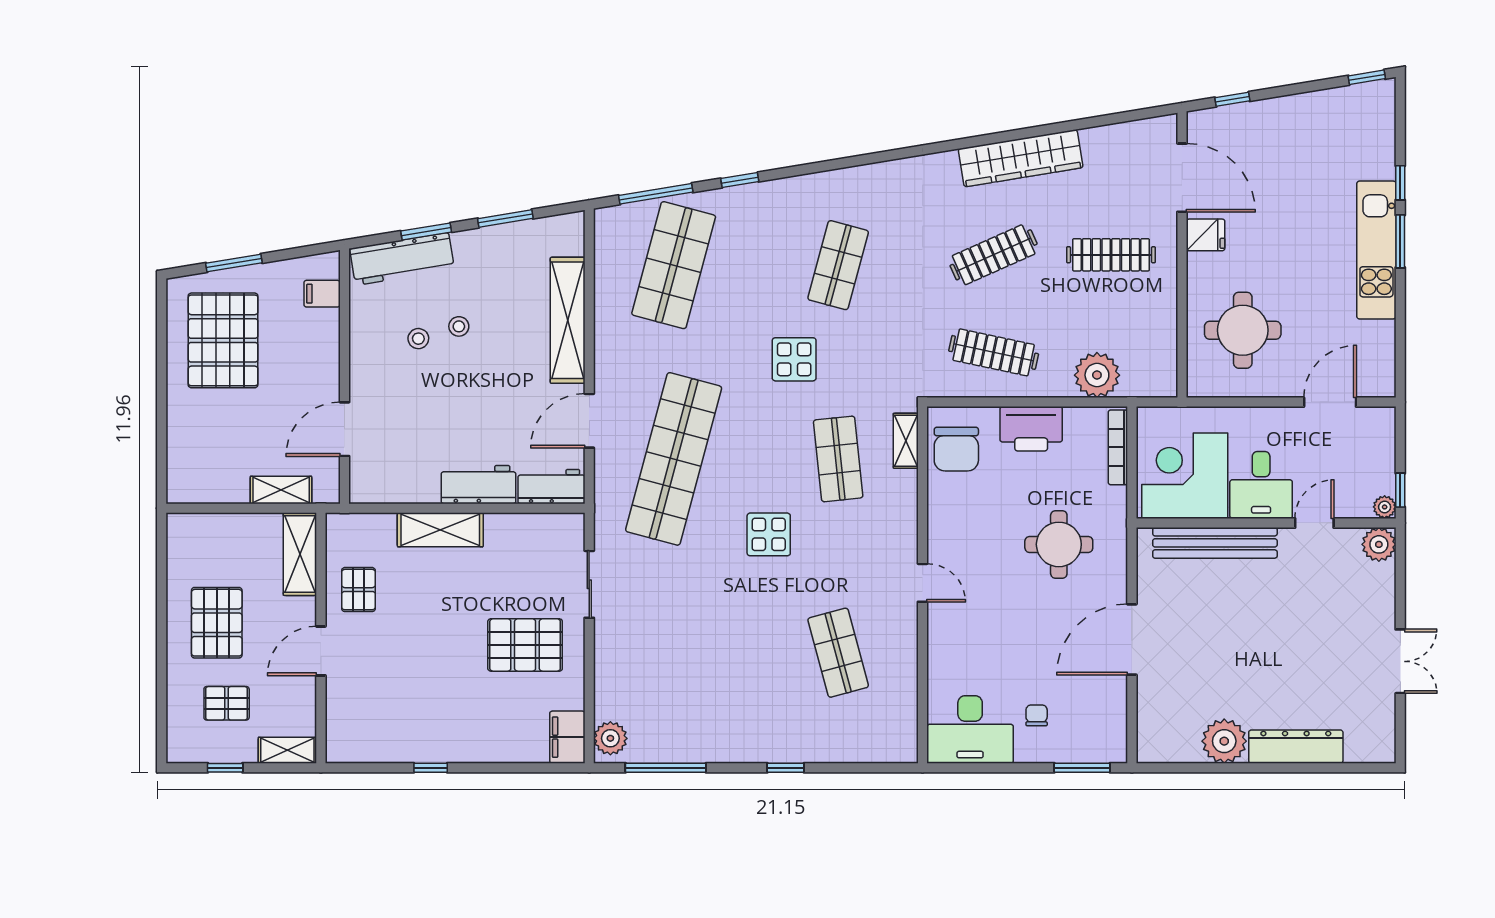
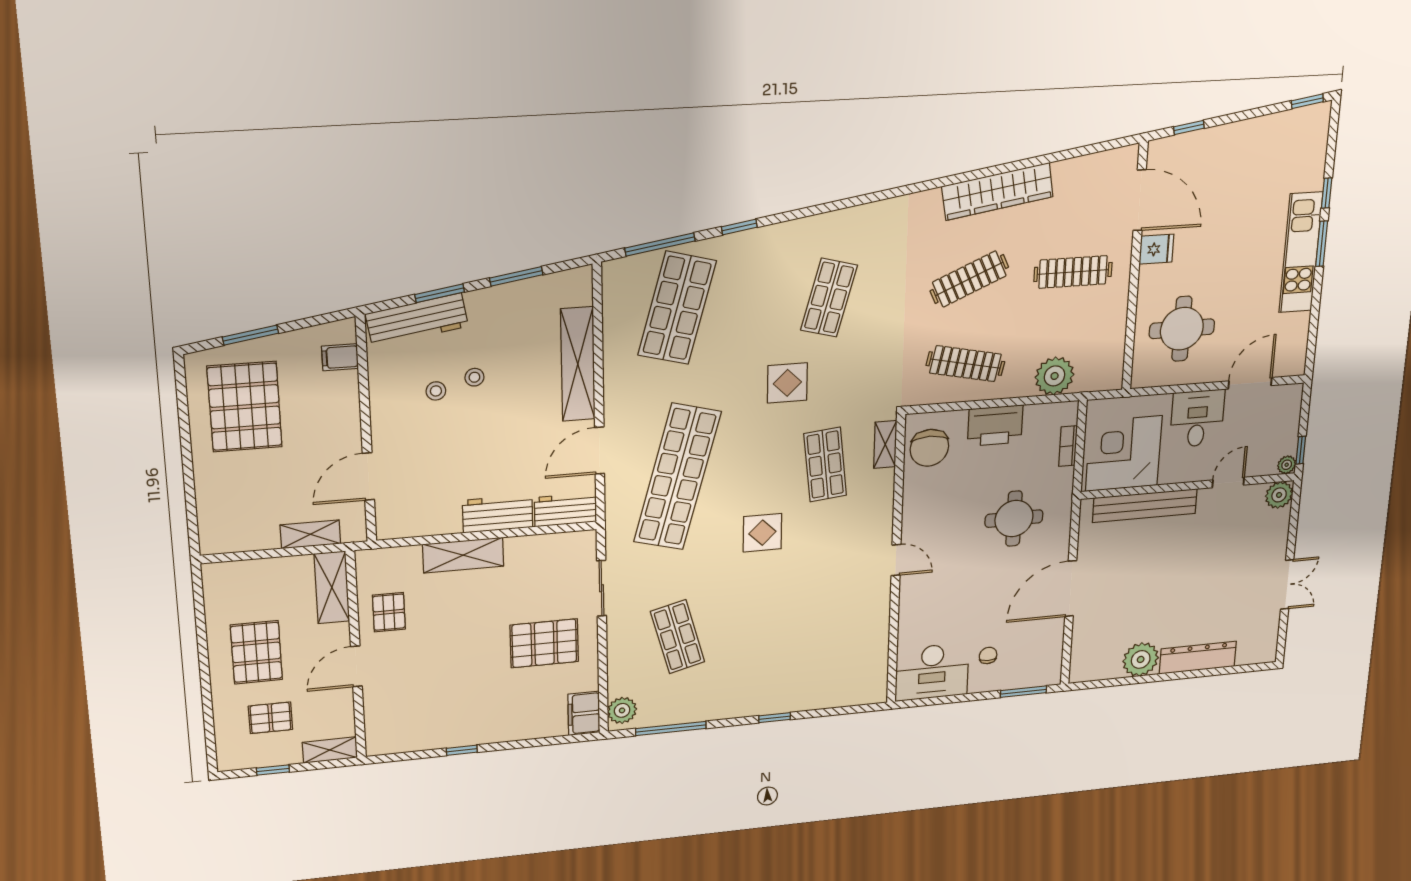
bookcase: (1118, 447) -> (1068, 446), width x0.64
desk: (1261, 485) -> (1197, 419), moved, turned 180
shop shelf: (838, 653) -> (678, 637), moved

